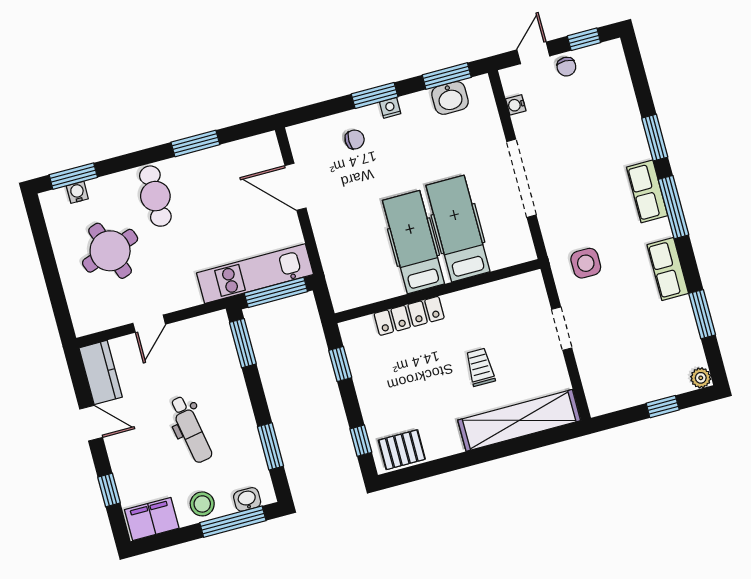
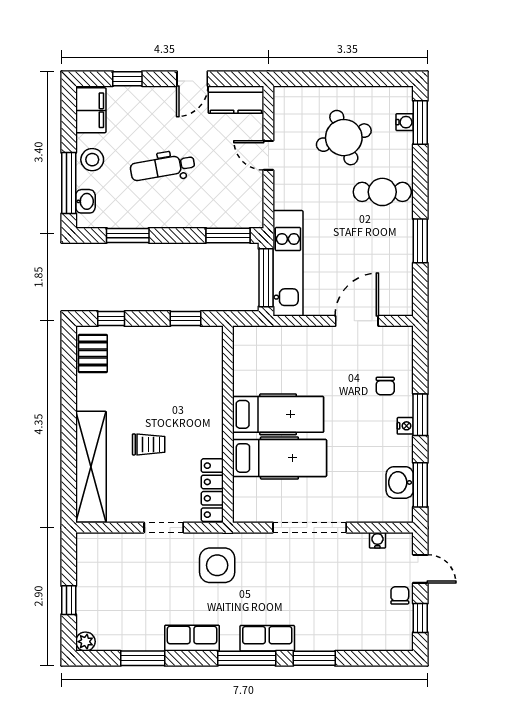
chair: (566, 67) -> (400, 595), turned 90
side table: (586, 263) -> (217, 565), width x1.37, depth x1.37
locker: (409, 316) -> (212, 490), moved

